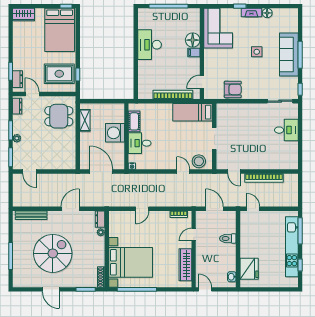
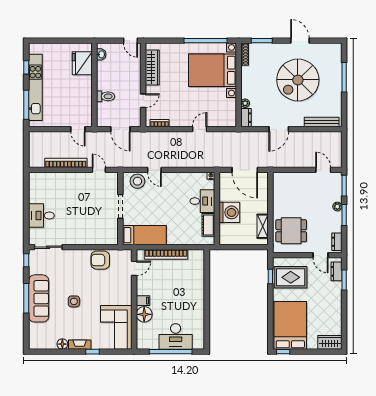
desk: (150, 45) -> (176, 336), moved, turned 90

